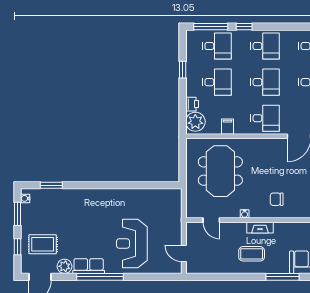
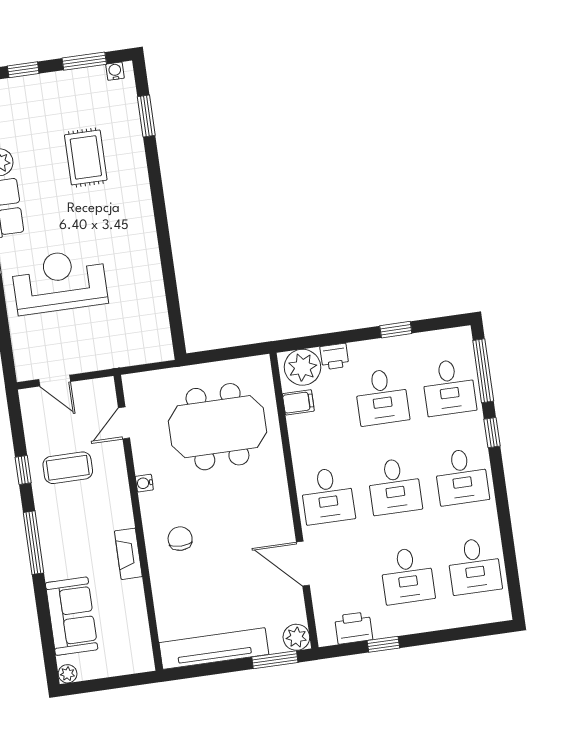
filing cabinet: (227, 127) -> (298, 402), moved
fireplace: (260, 228) -> (128, 554), moved
rug: (43, 244) -> (86, 157), moved
door: (184, 253) -> (55, 381), swing flipped
coffee table: (252, 254) -> (68, 468), moved, turned 90
window: (229, 277) -> (23, 470), added
window: (282, 277) -> (33, 543), moved

